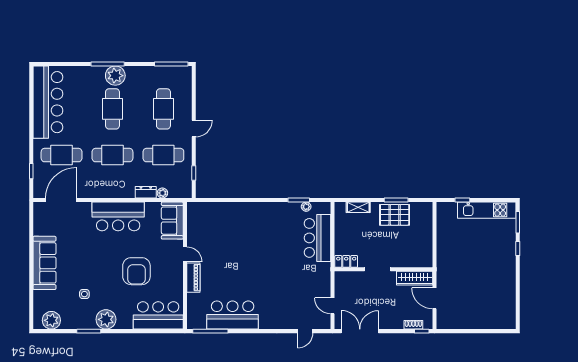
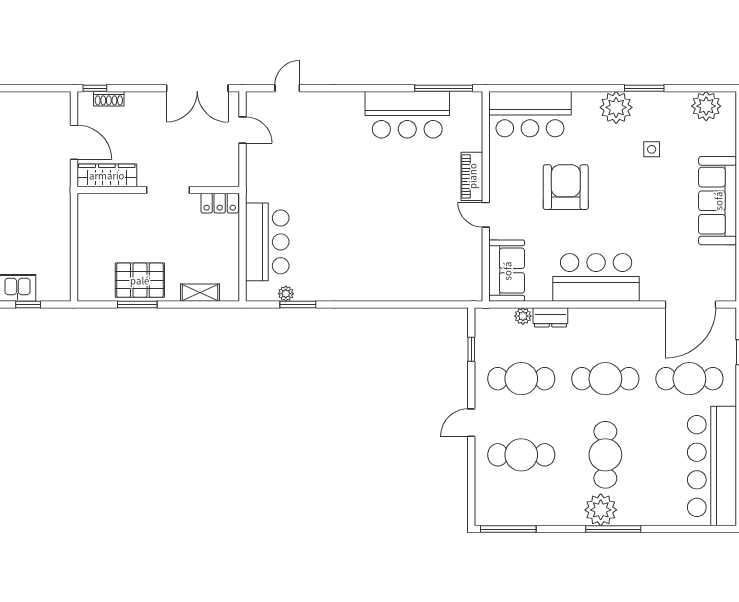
cafe table: (163, 109) -> (521, 455), turned 90

